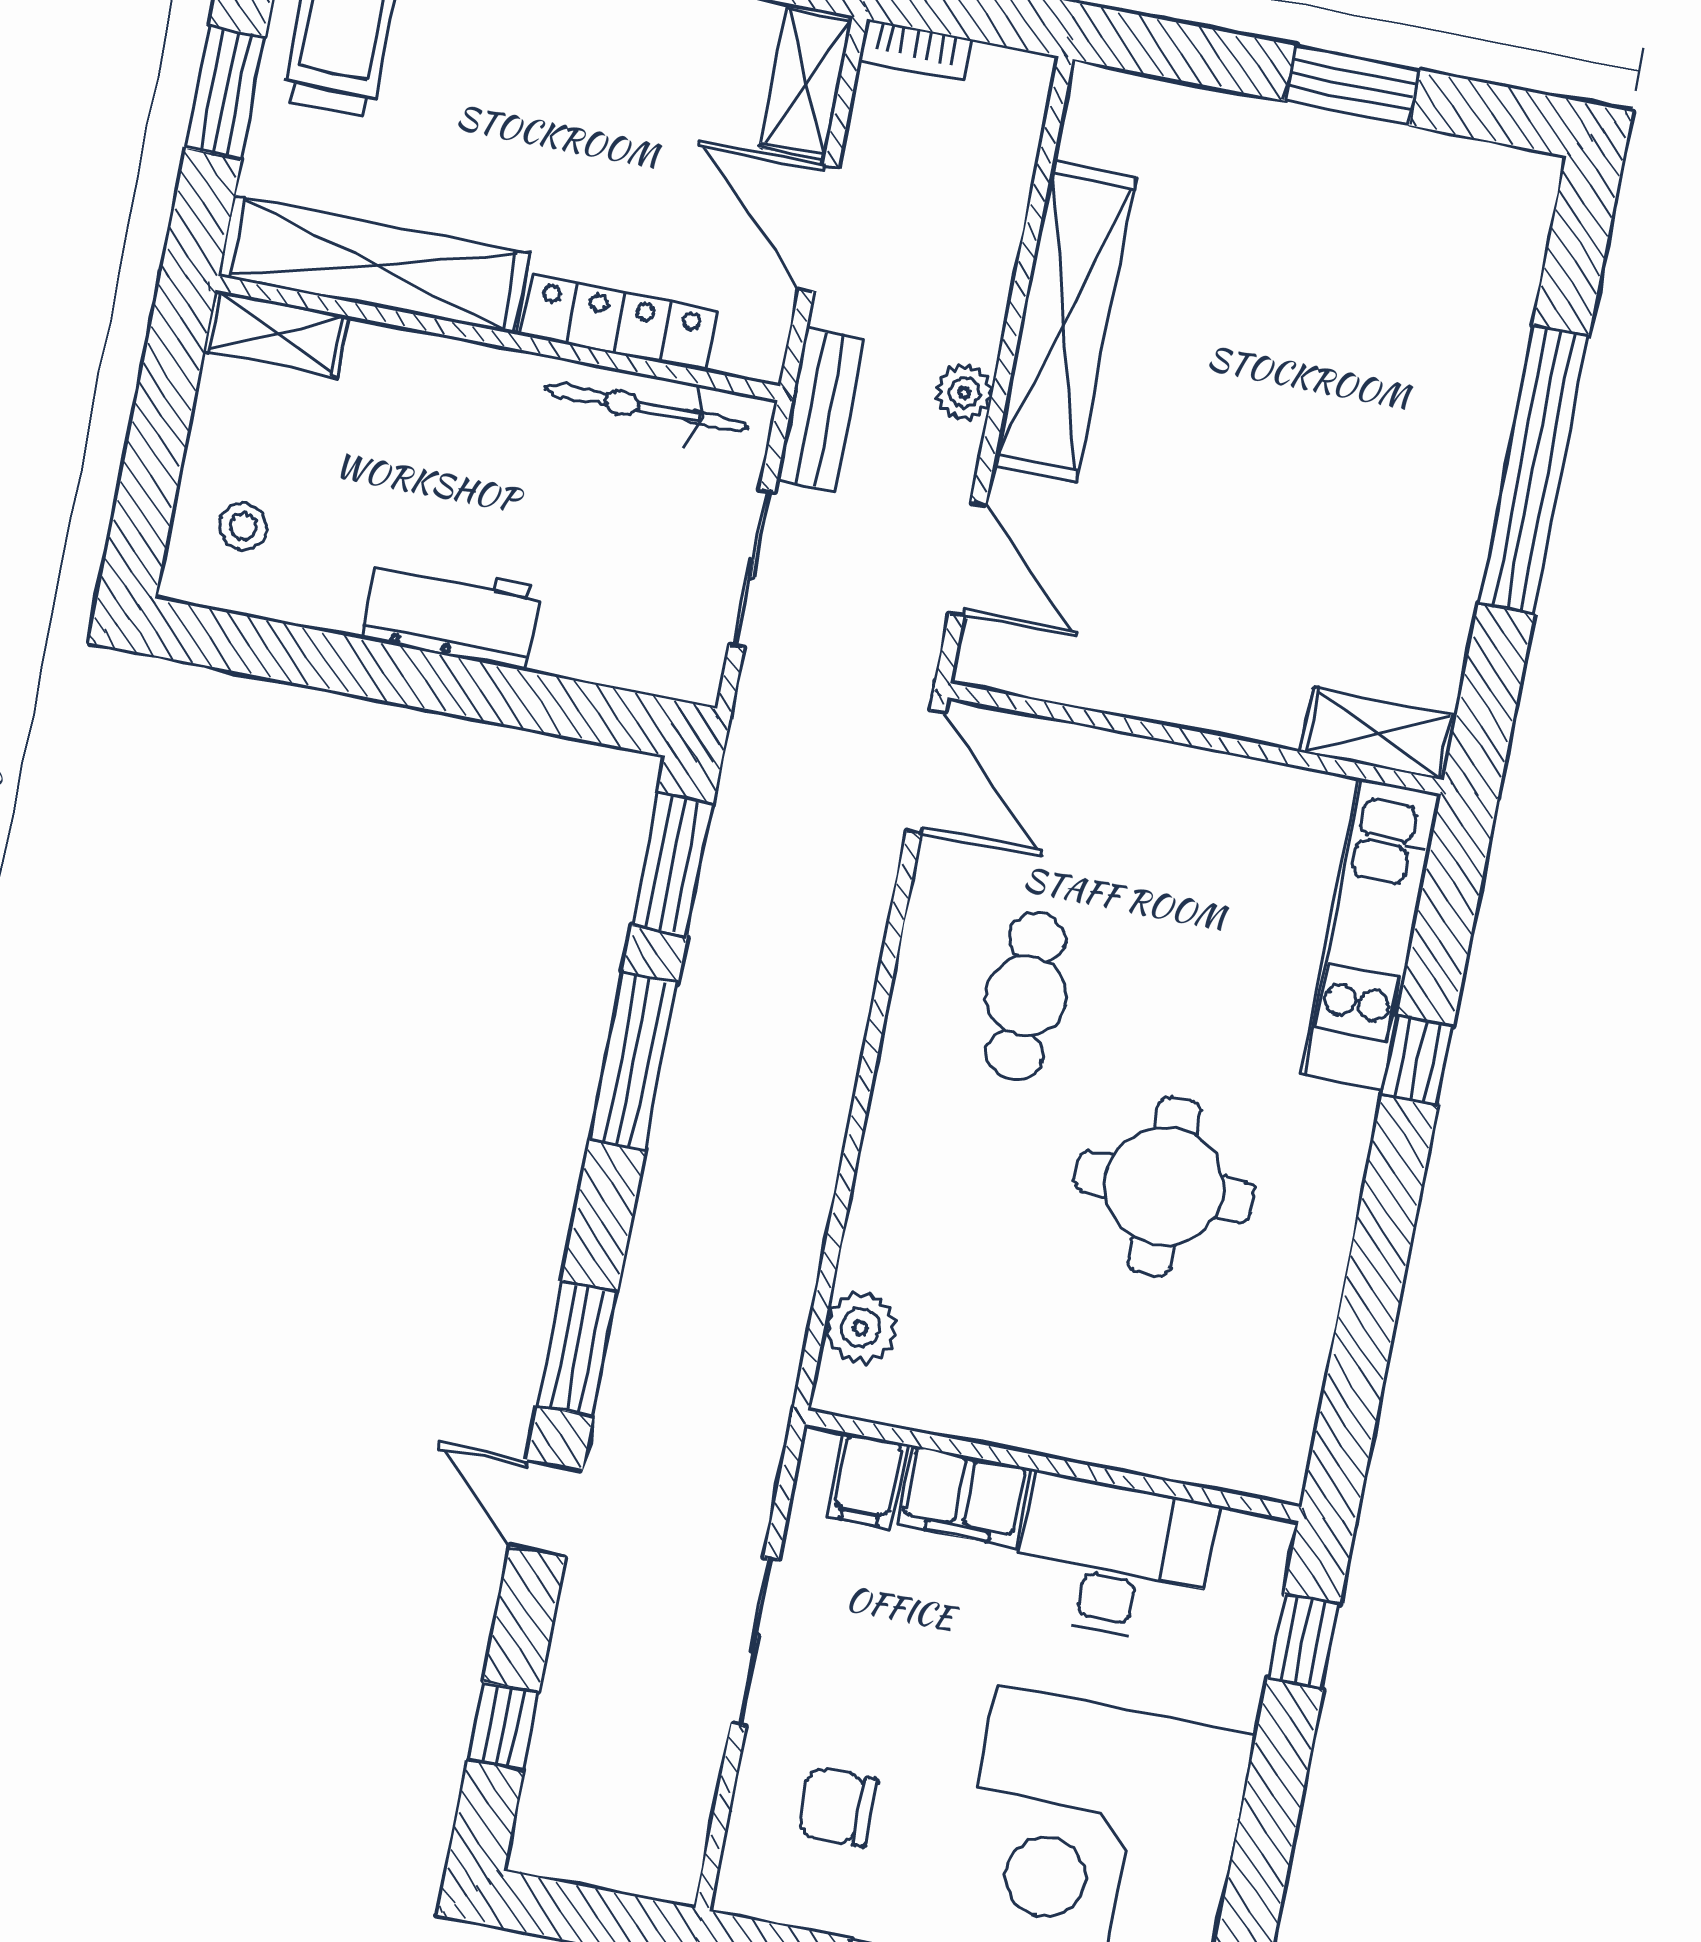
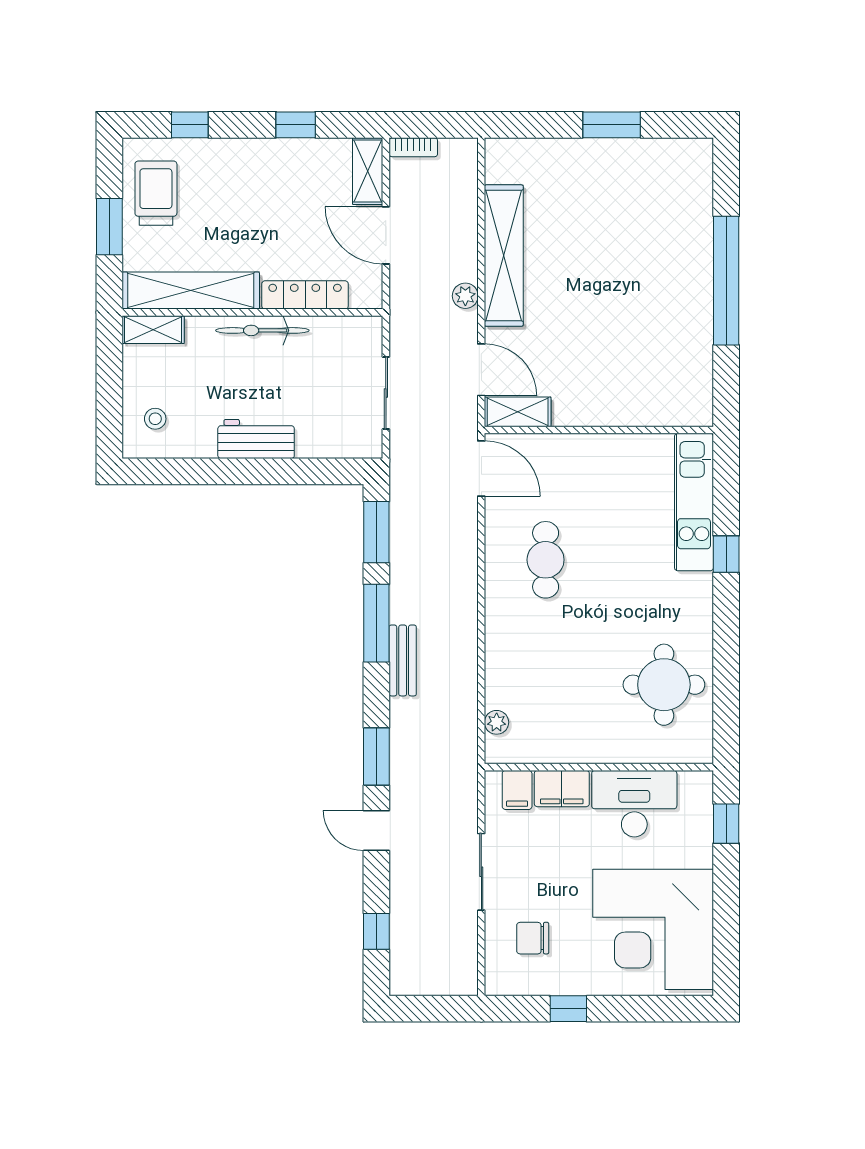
bicycle: (646, 408) -> (262, 330), moved
bench: (821, 410) -> (403, 660), moved
shelving: (1379, 734) -> (518, 412), moved
round table: (1164, 1187) -> (664, 685), moved
plant: (861, 1328) -> (497, 722), width x0.73, depth x0.73

